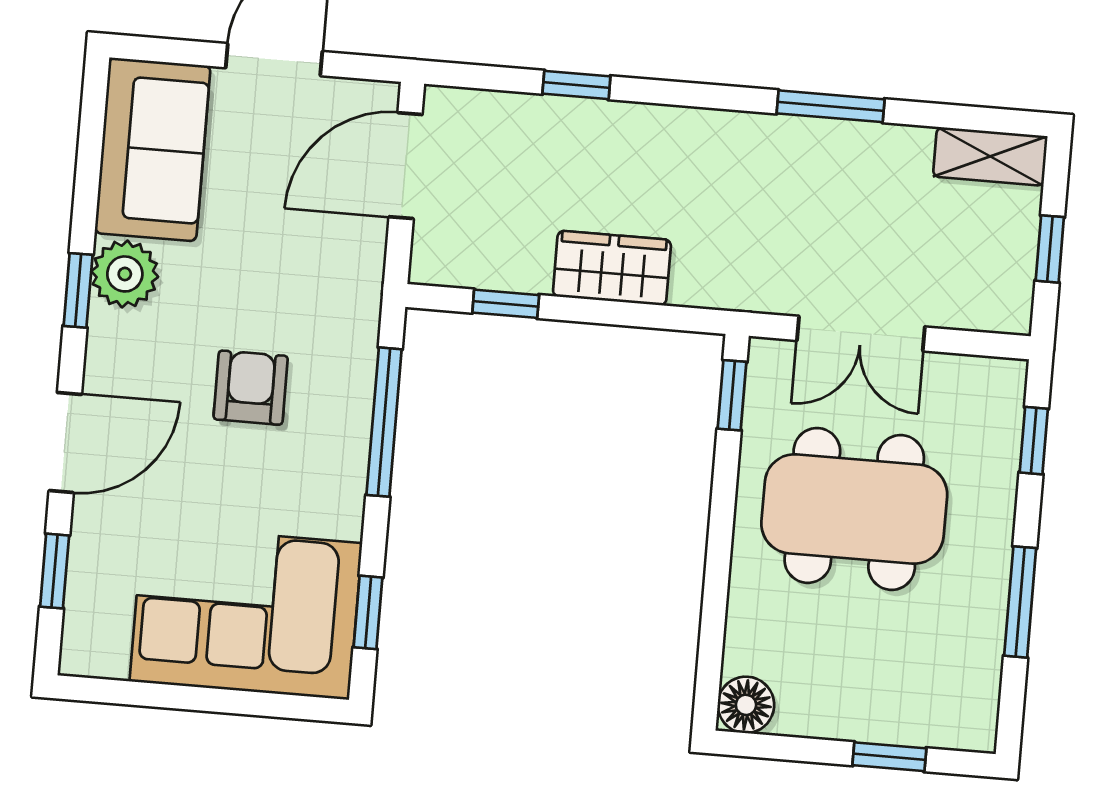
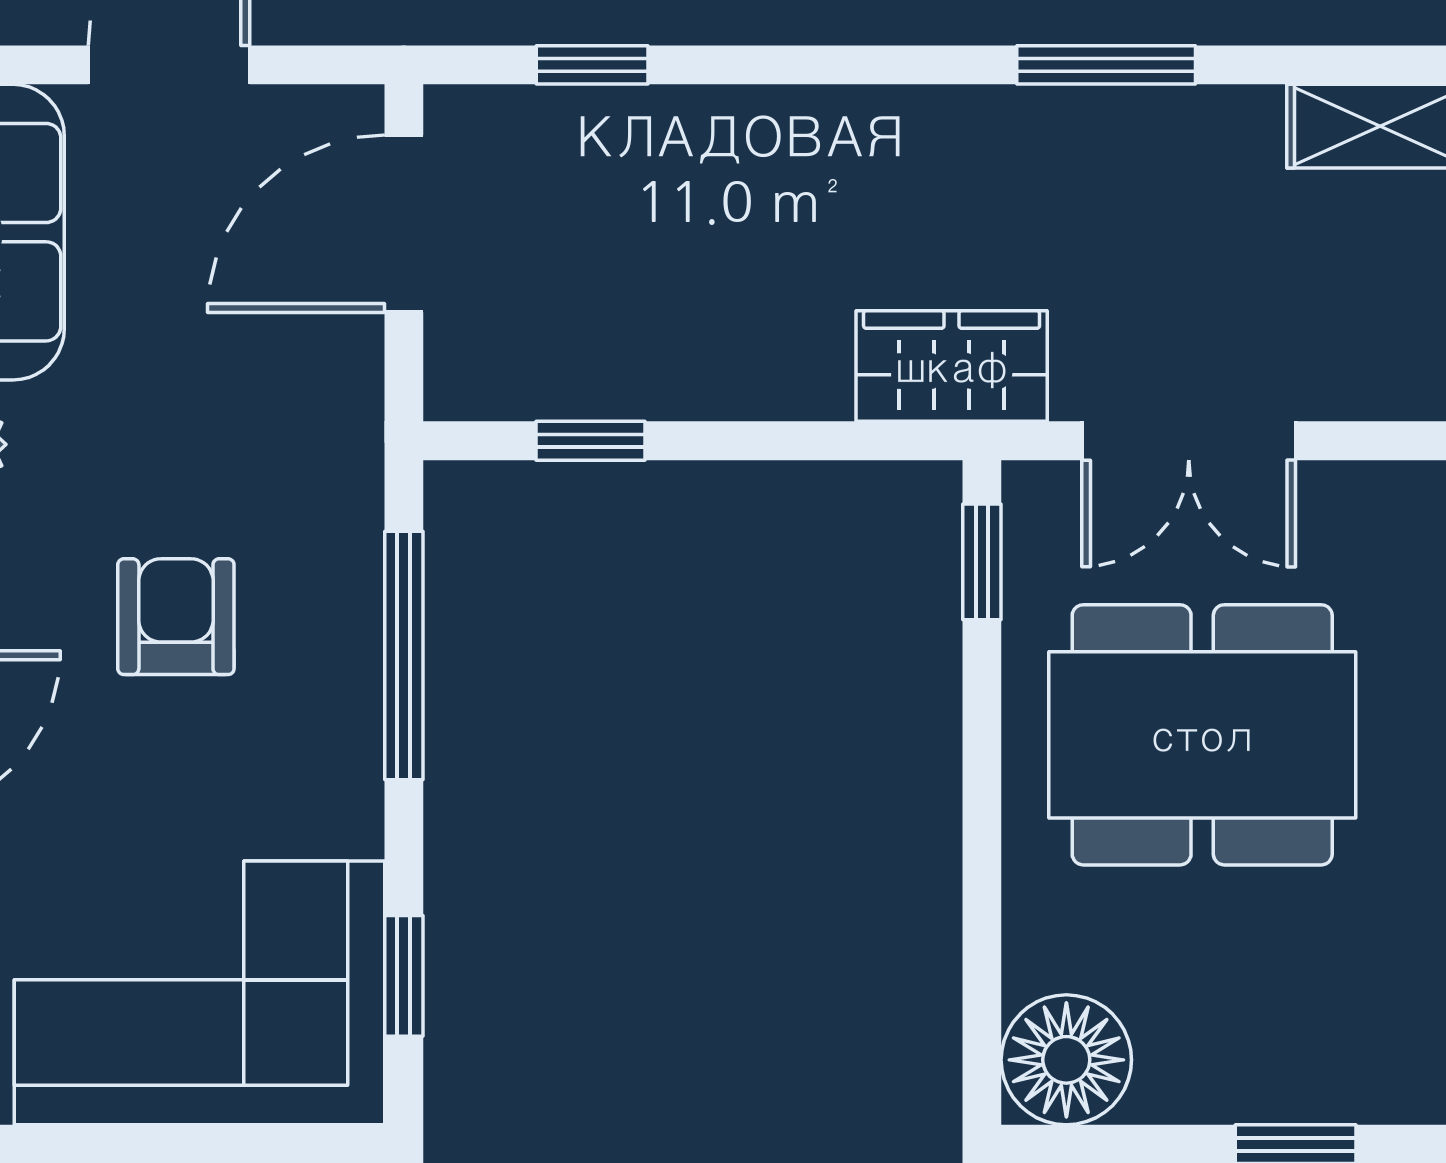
window: (576, 85) -> (592, 65), moved
wardrobe: (612, 268) -> (952, 366), moved
floor lamp: (746, 705) -> (1066, 1060), width x1.38, depth x1.38

